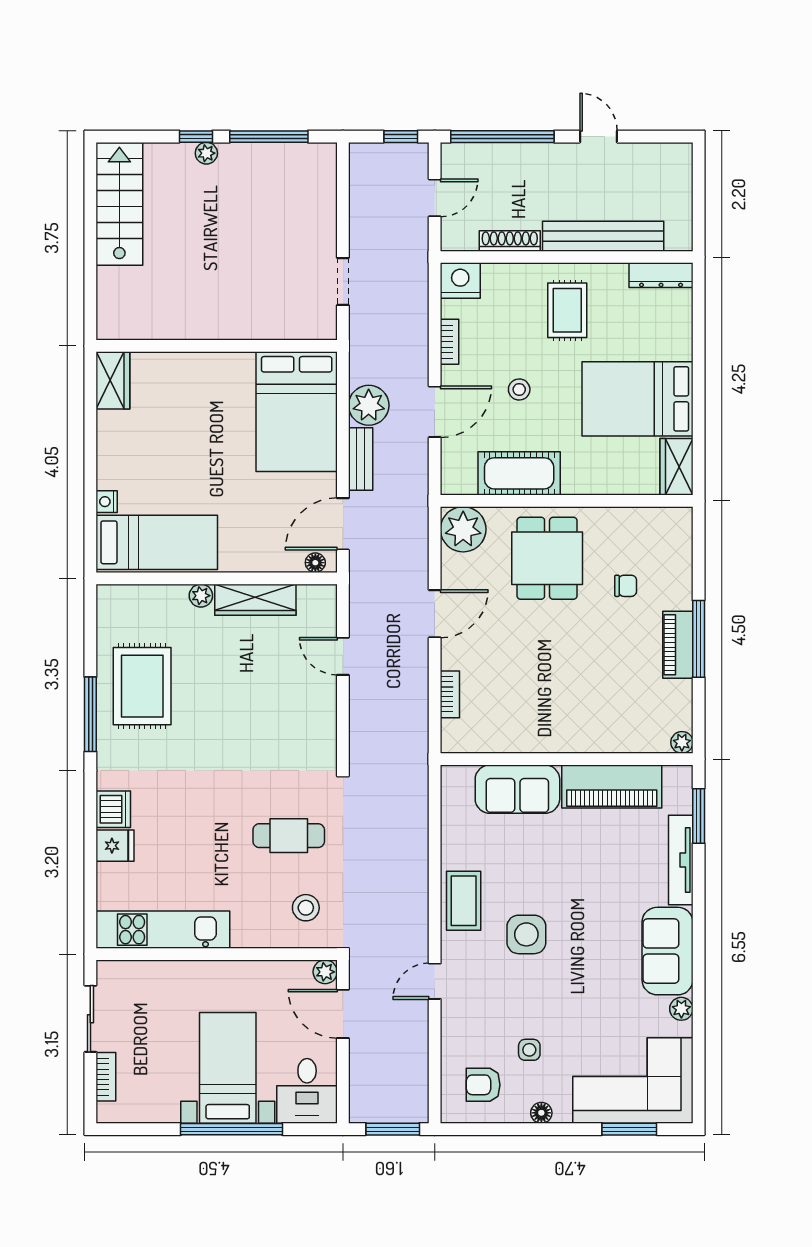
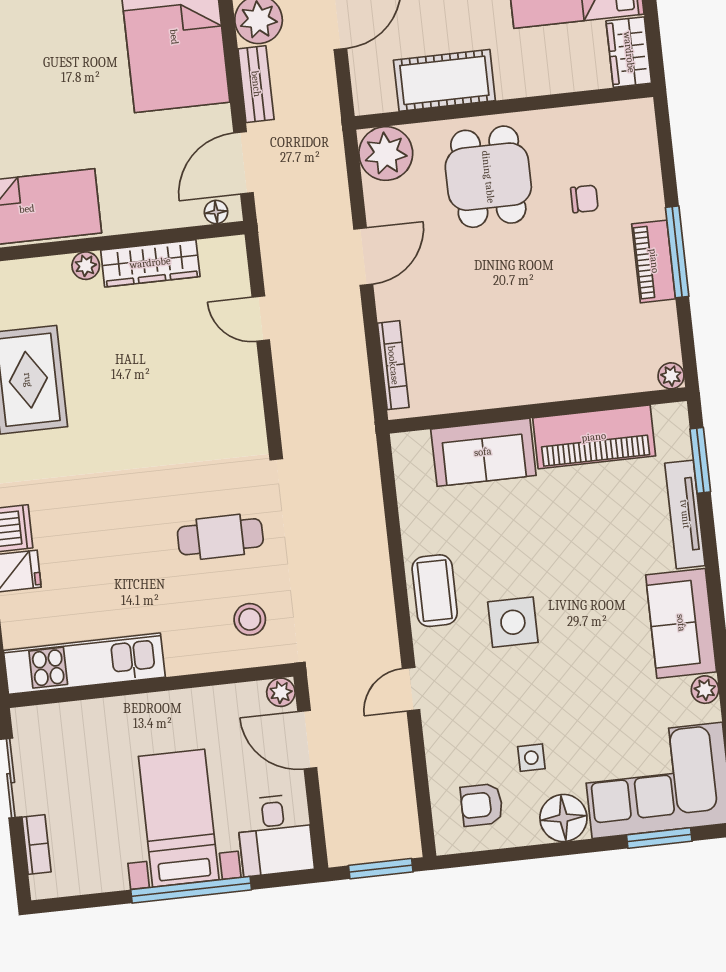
bookcase: (450, 694) -> (393, 365), width x1.56
floor lamp: (541, 1113) -> (563, 818), width x1.89, depth x1.89

